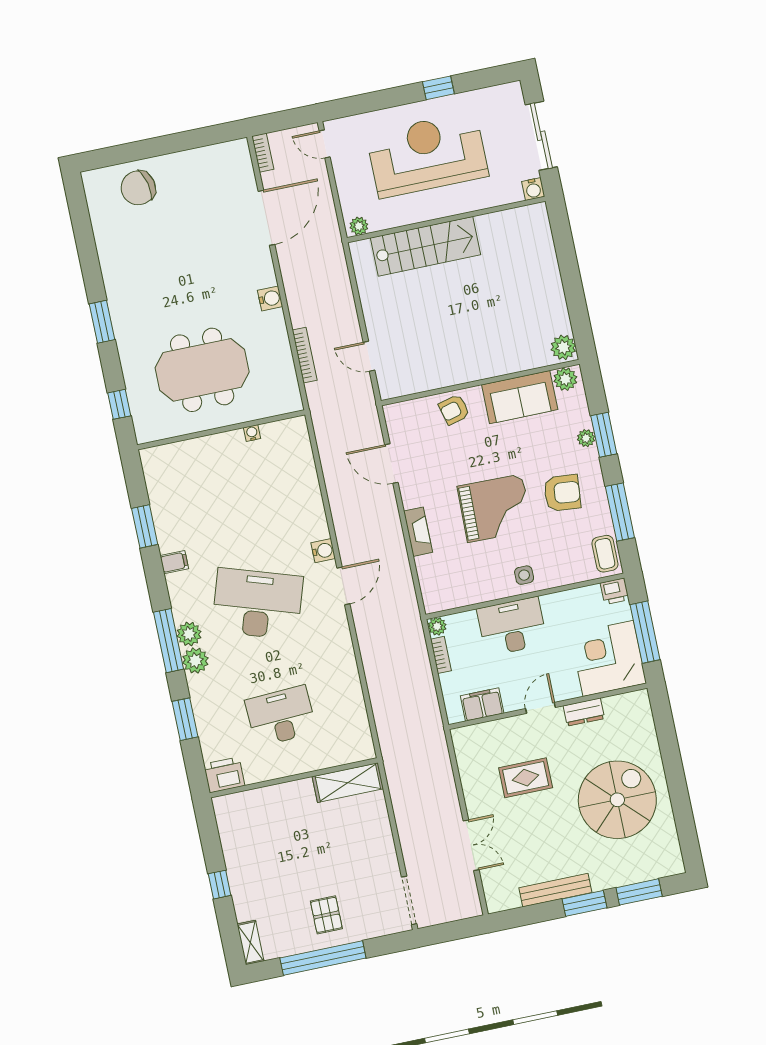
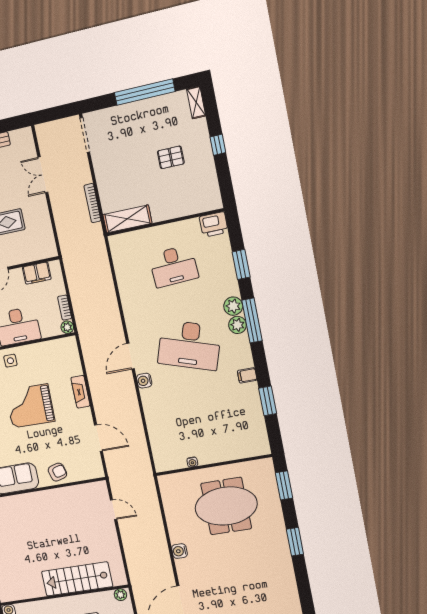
bookcase: (305, 355) -> (92, 203), moved
window: (119, 404) -> (284, 485), width x1.50
pallet: (326, 915) -> (171, 157), moved, turned 90

